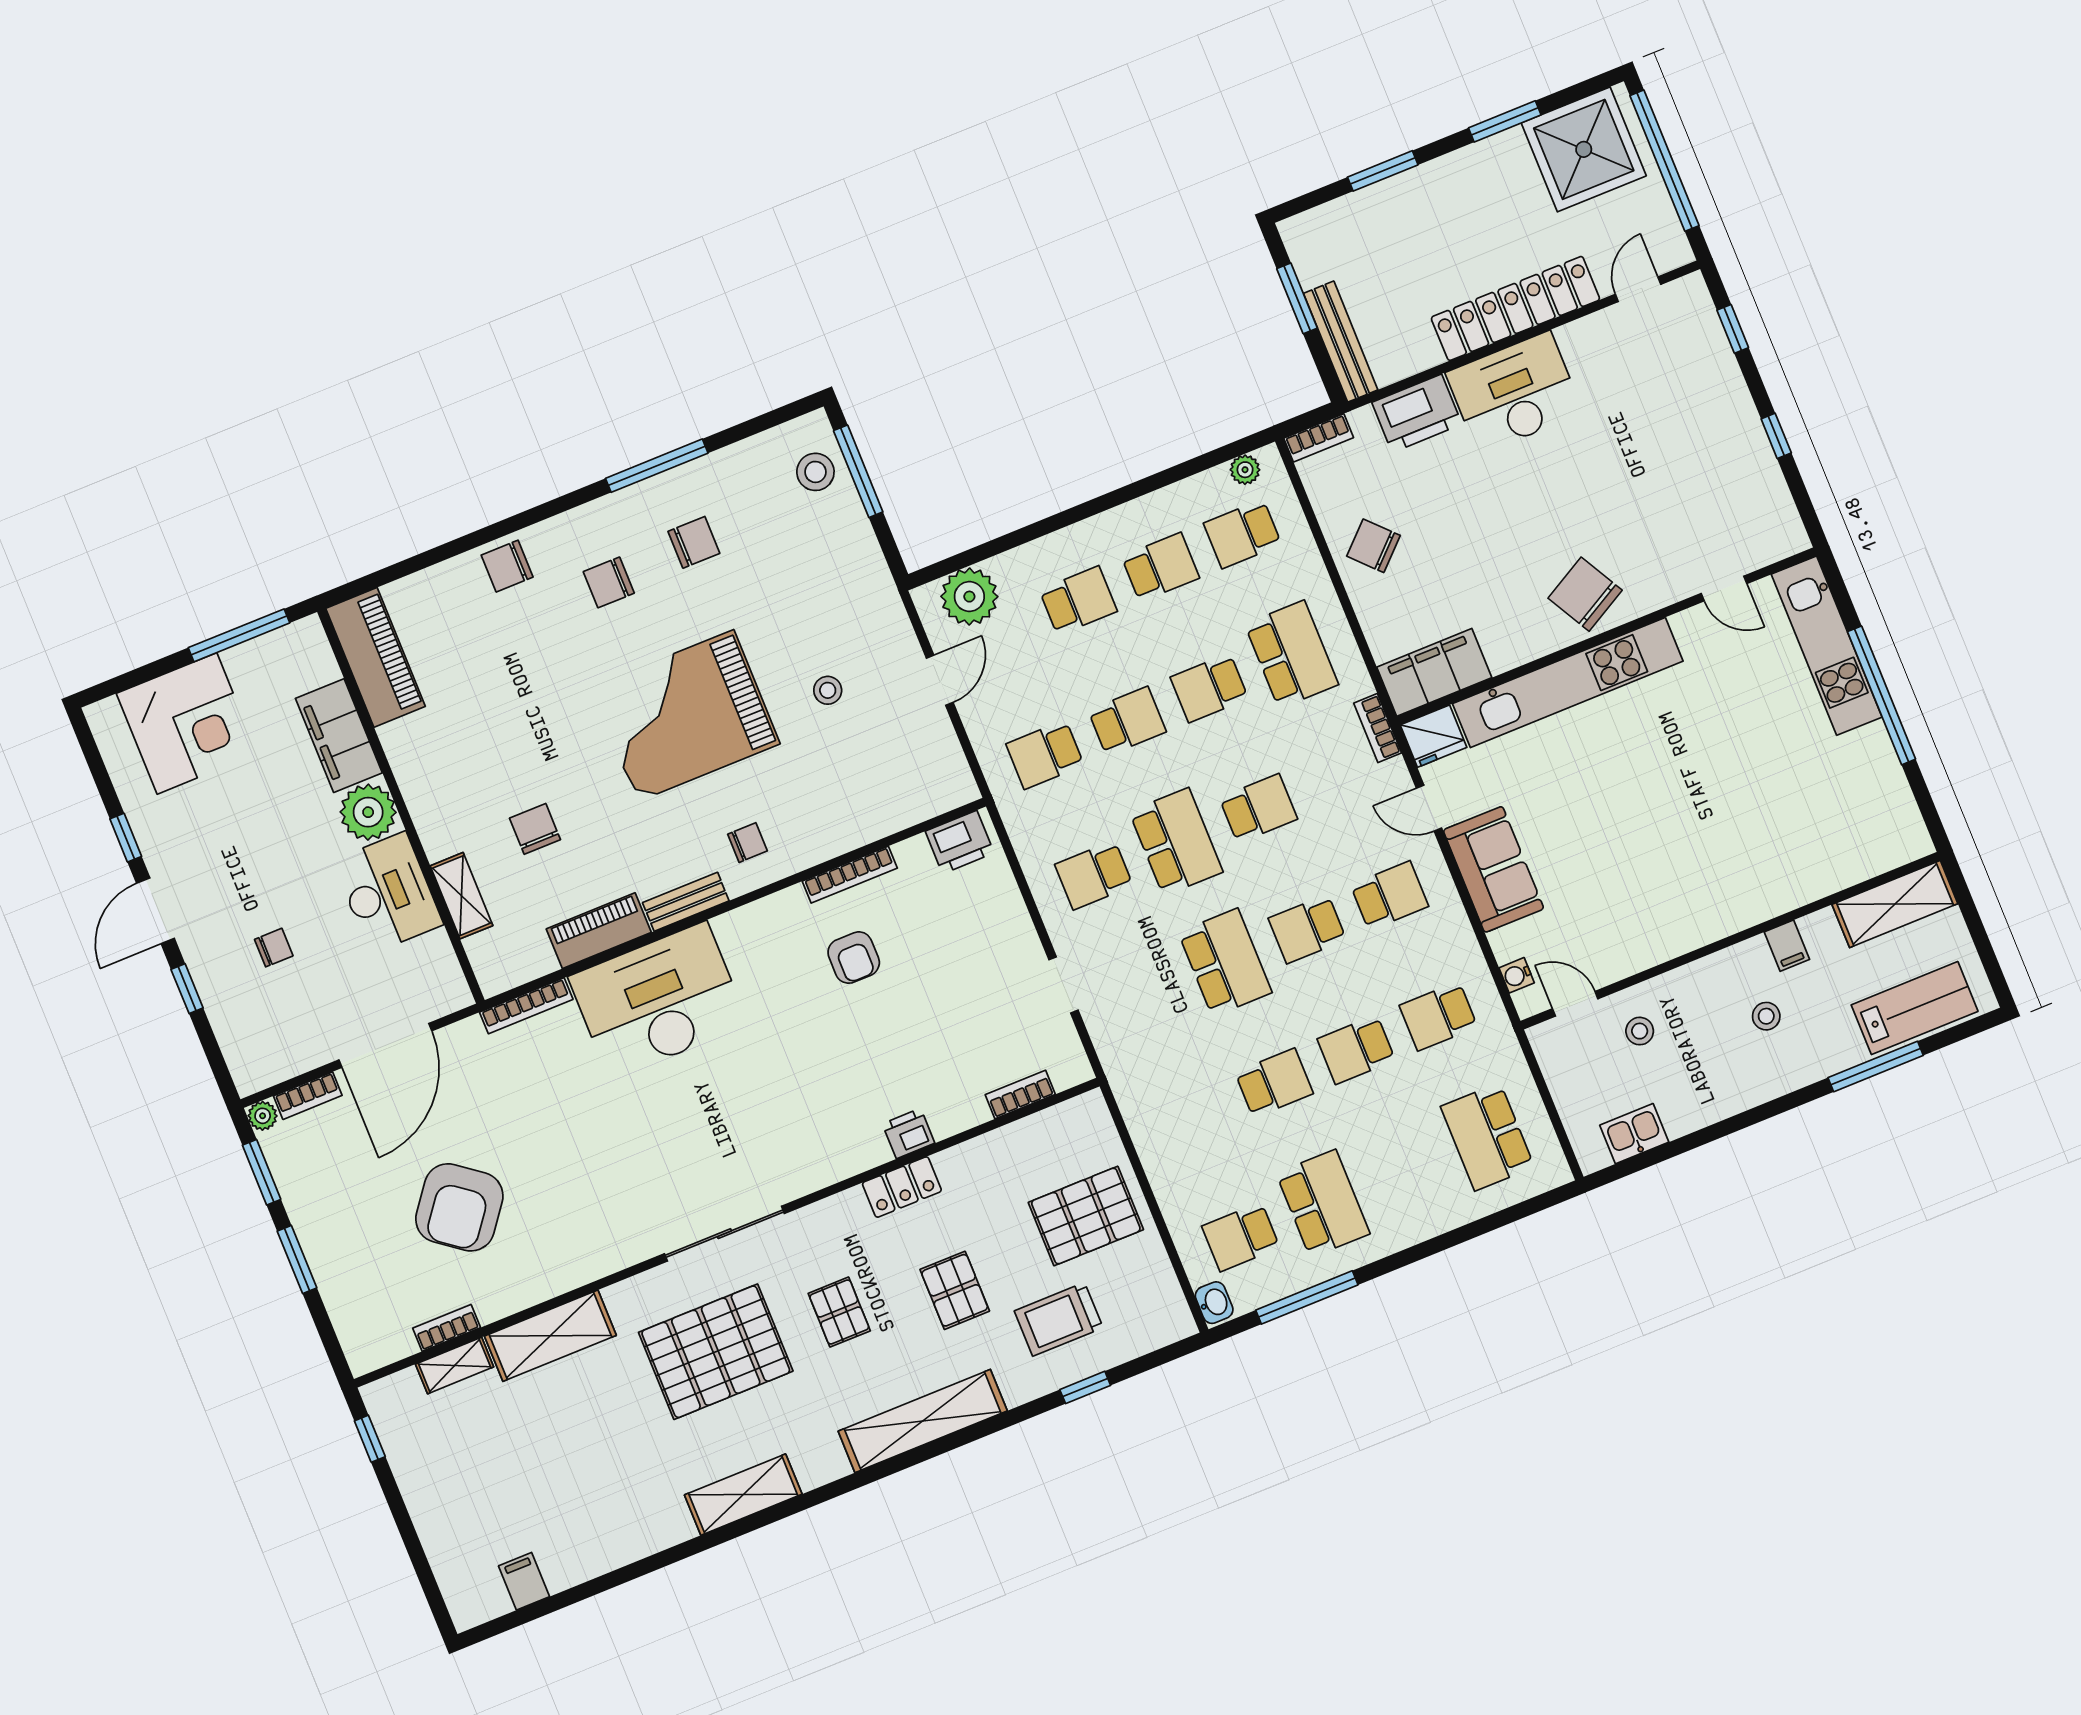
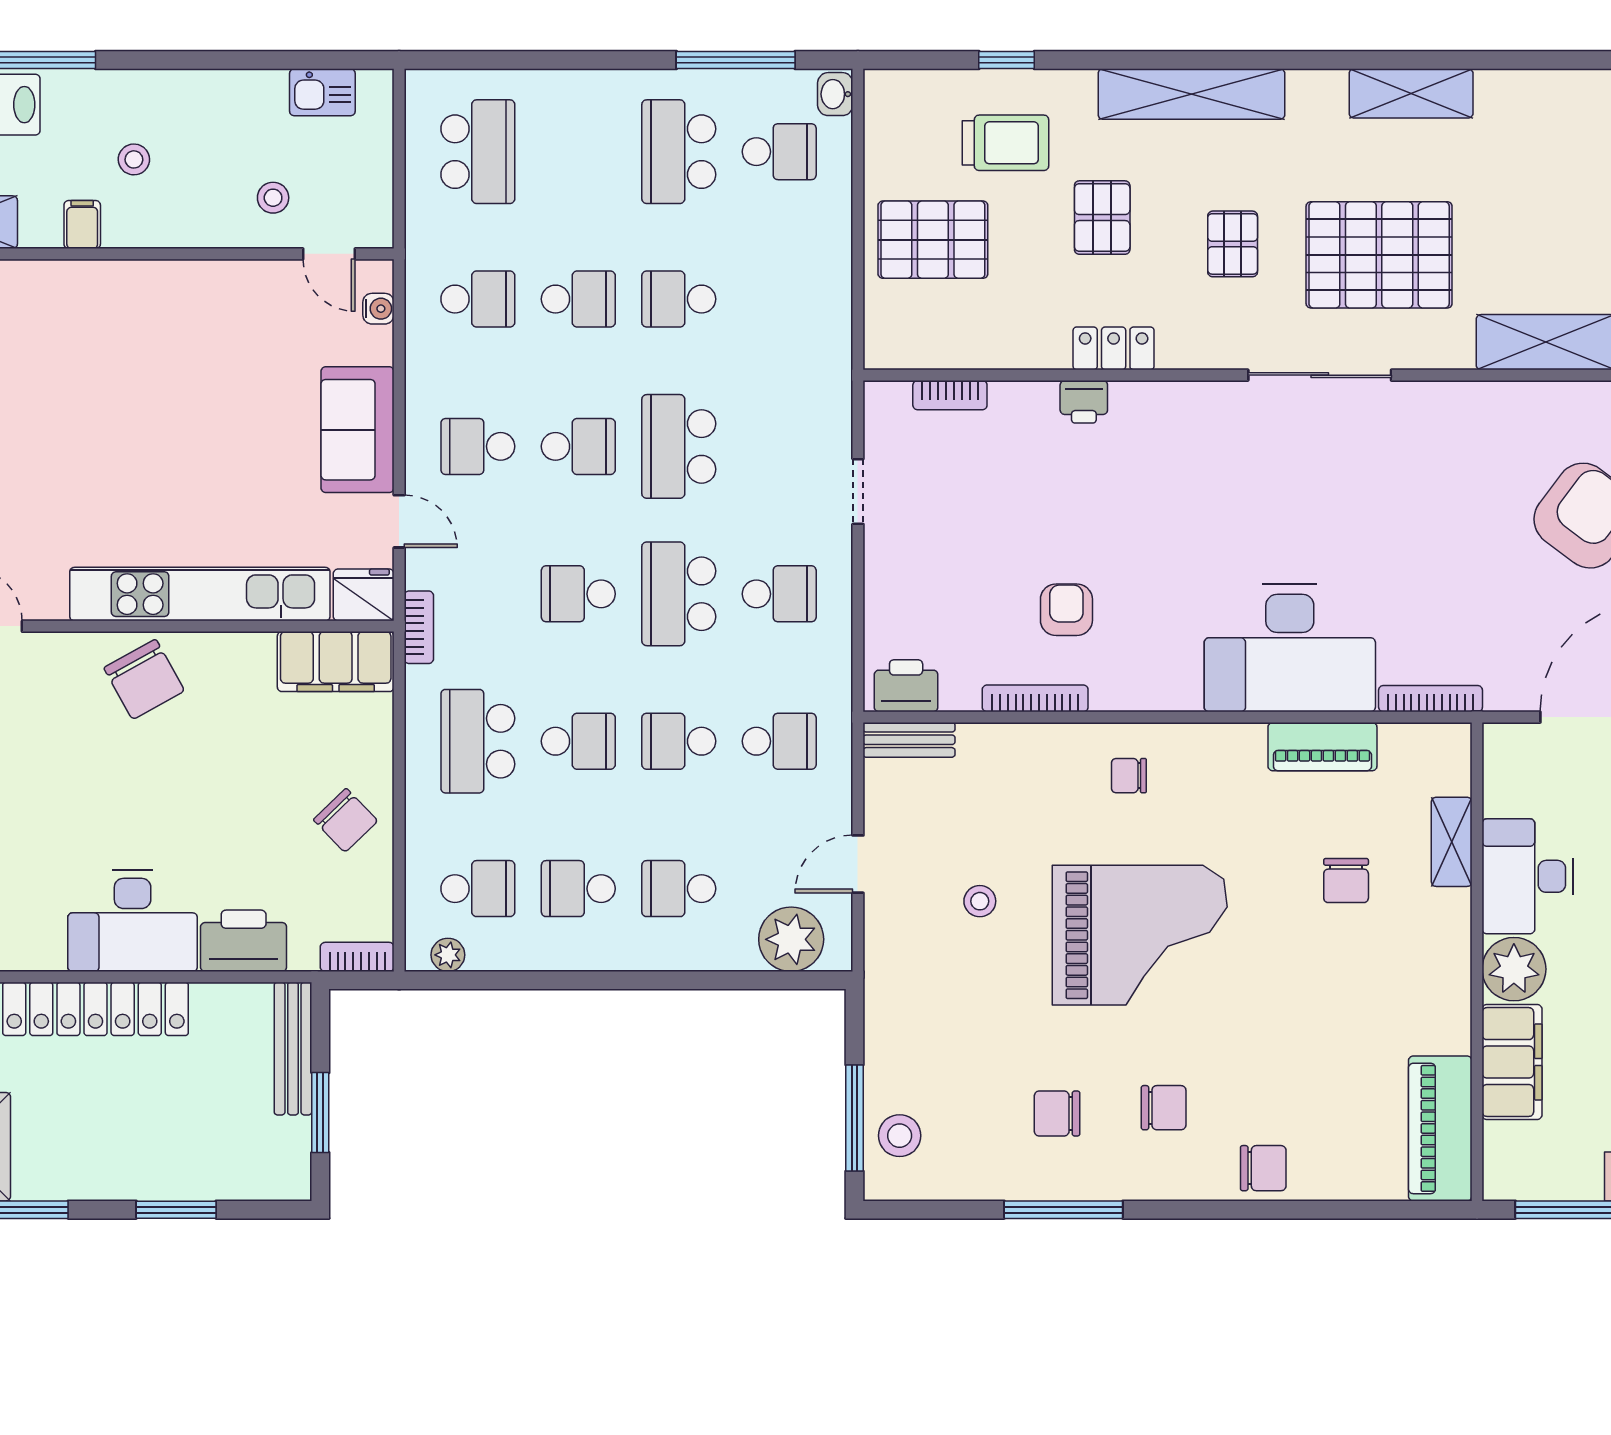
bench: (686, 902) -> (909, 740), moved

